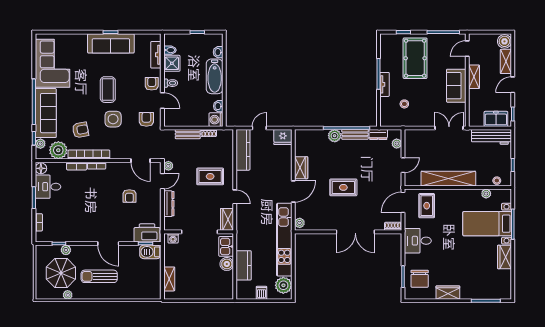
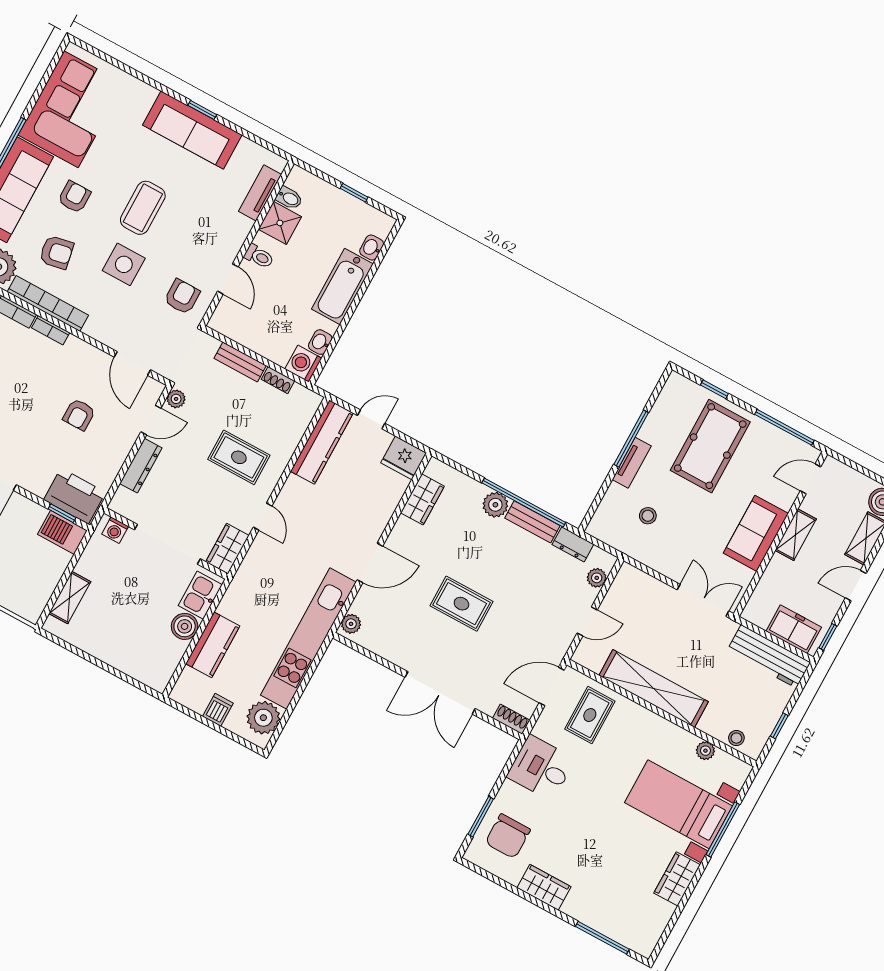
armchair: (152, 84) -> (74, 197), moved
wardrobe: (301, 168) -> (422, 499), moved

